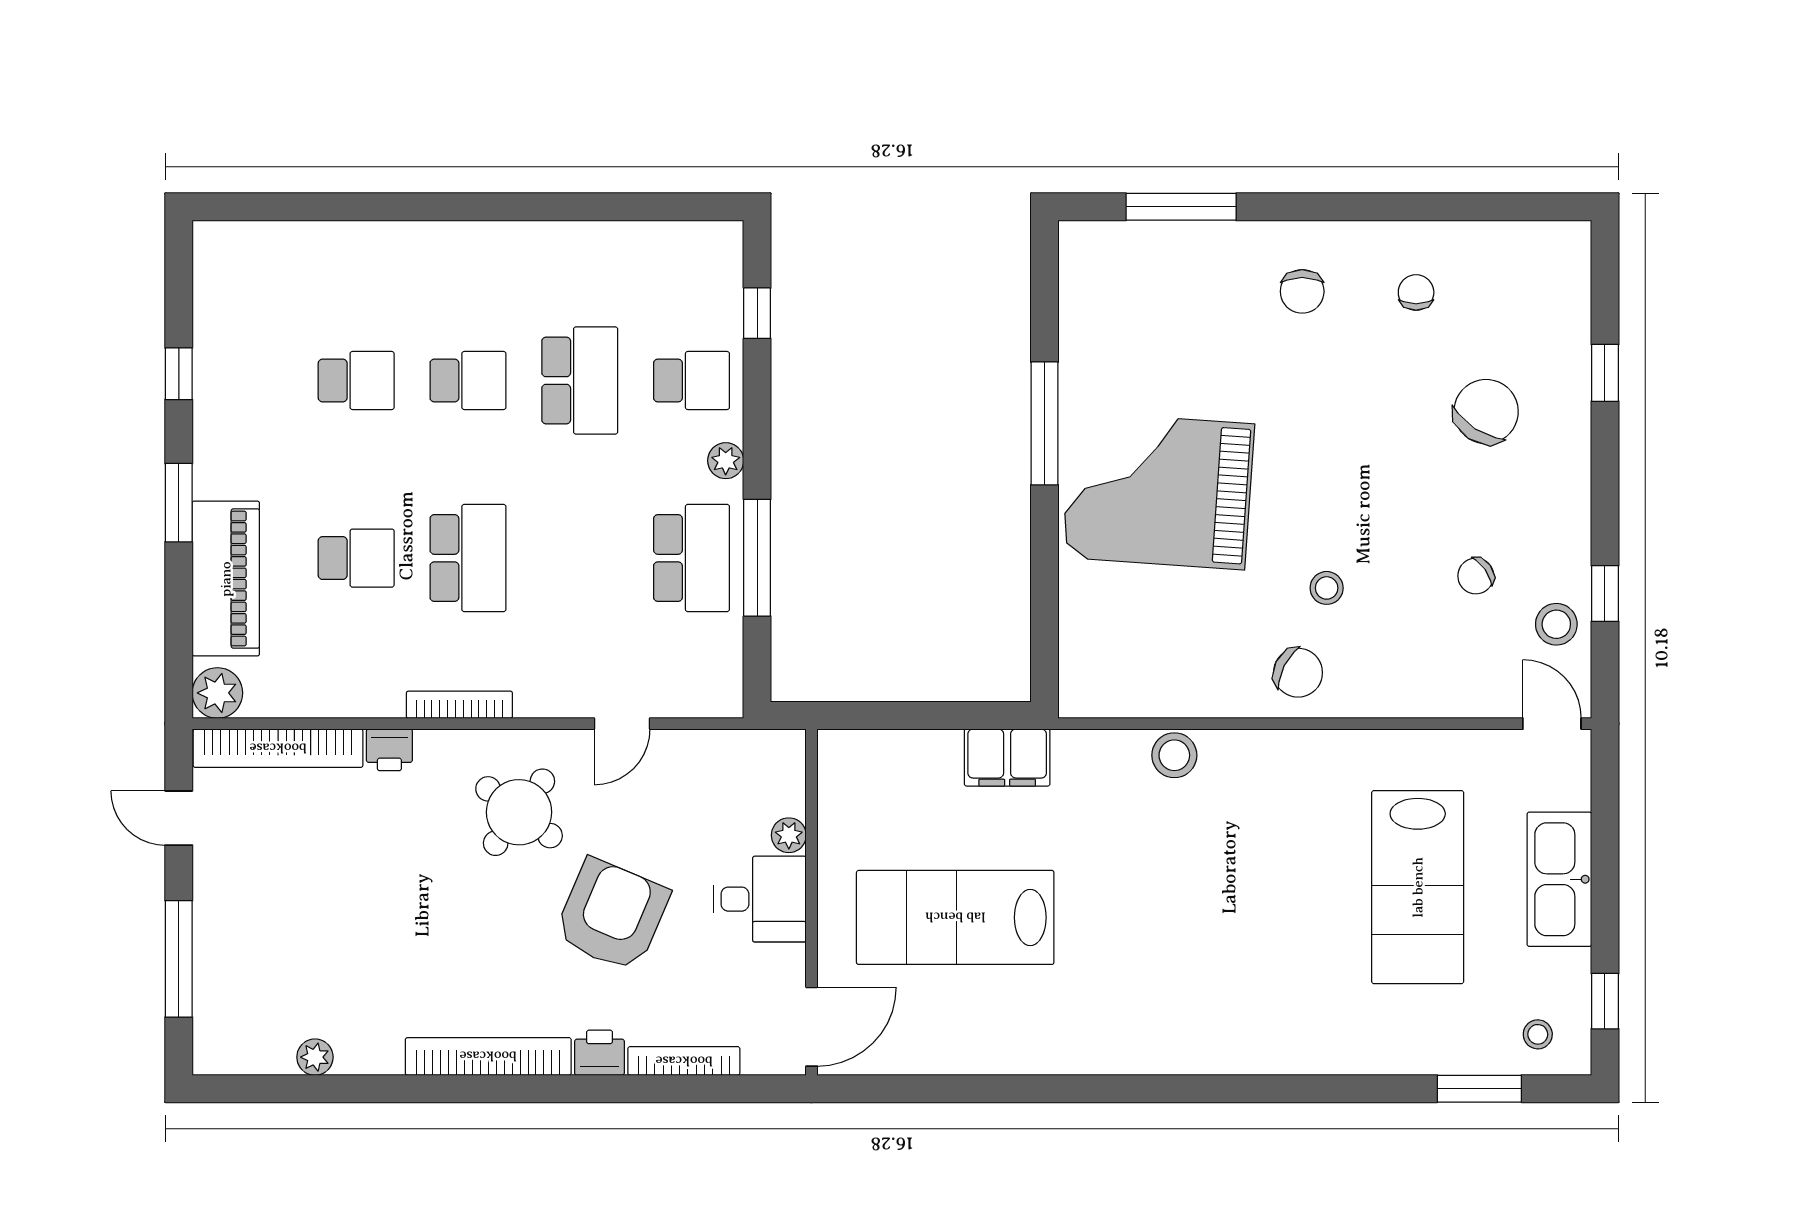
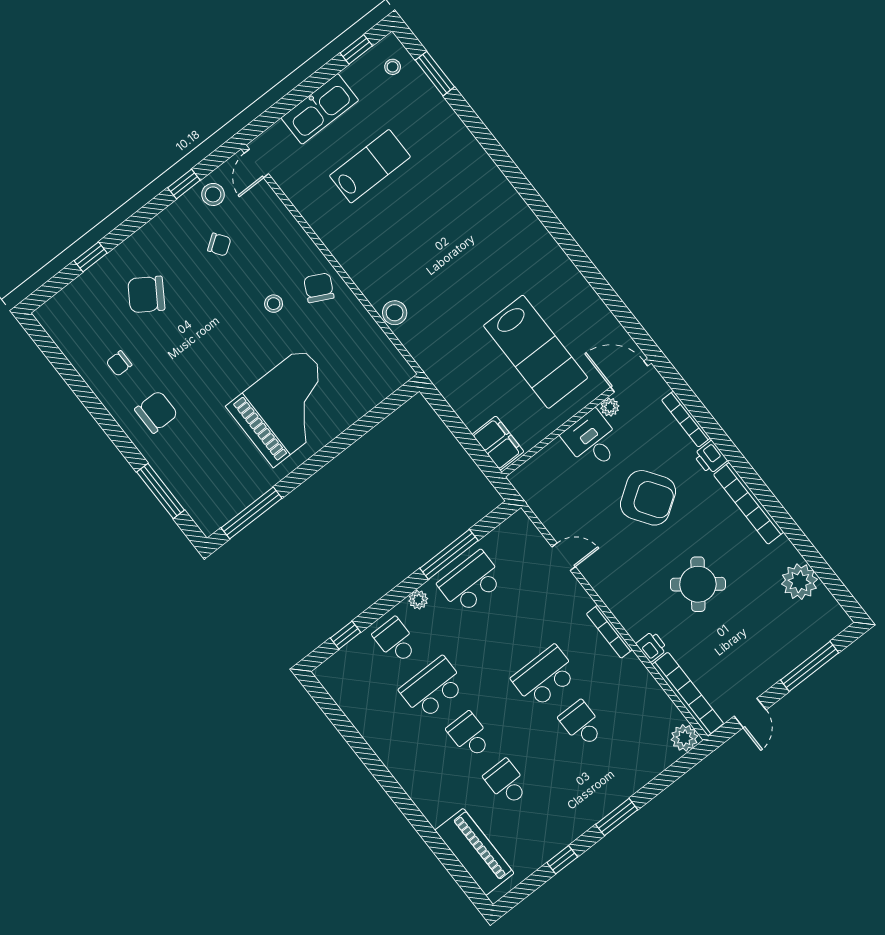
chair: (1302, 291) -> (156, 412), width x1.37, depth x1.37
window: (1044, 423) -> (251, 513), moved
grand piano: (1158, 491) -> (288, 407), turned -94
piano: (226, 579) -> (474, 852), moved, turned 90
filing cabinet: (1007, 757) -> (498, 443), moved
round table: (519, 812) -> (698, 584), moved
plant: (789, 835) -> (610, 407), moved
lab bench: (1418, 887) -> (370, 166), width x0.73, depth x0.72
armchair: (612, 915) -> (648, 498), turned -147
plant: (315, 1057) -> (799, 582), width x1.88, depth x1.88

